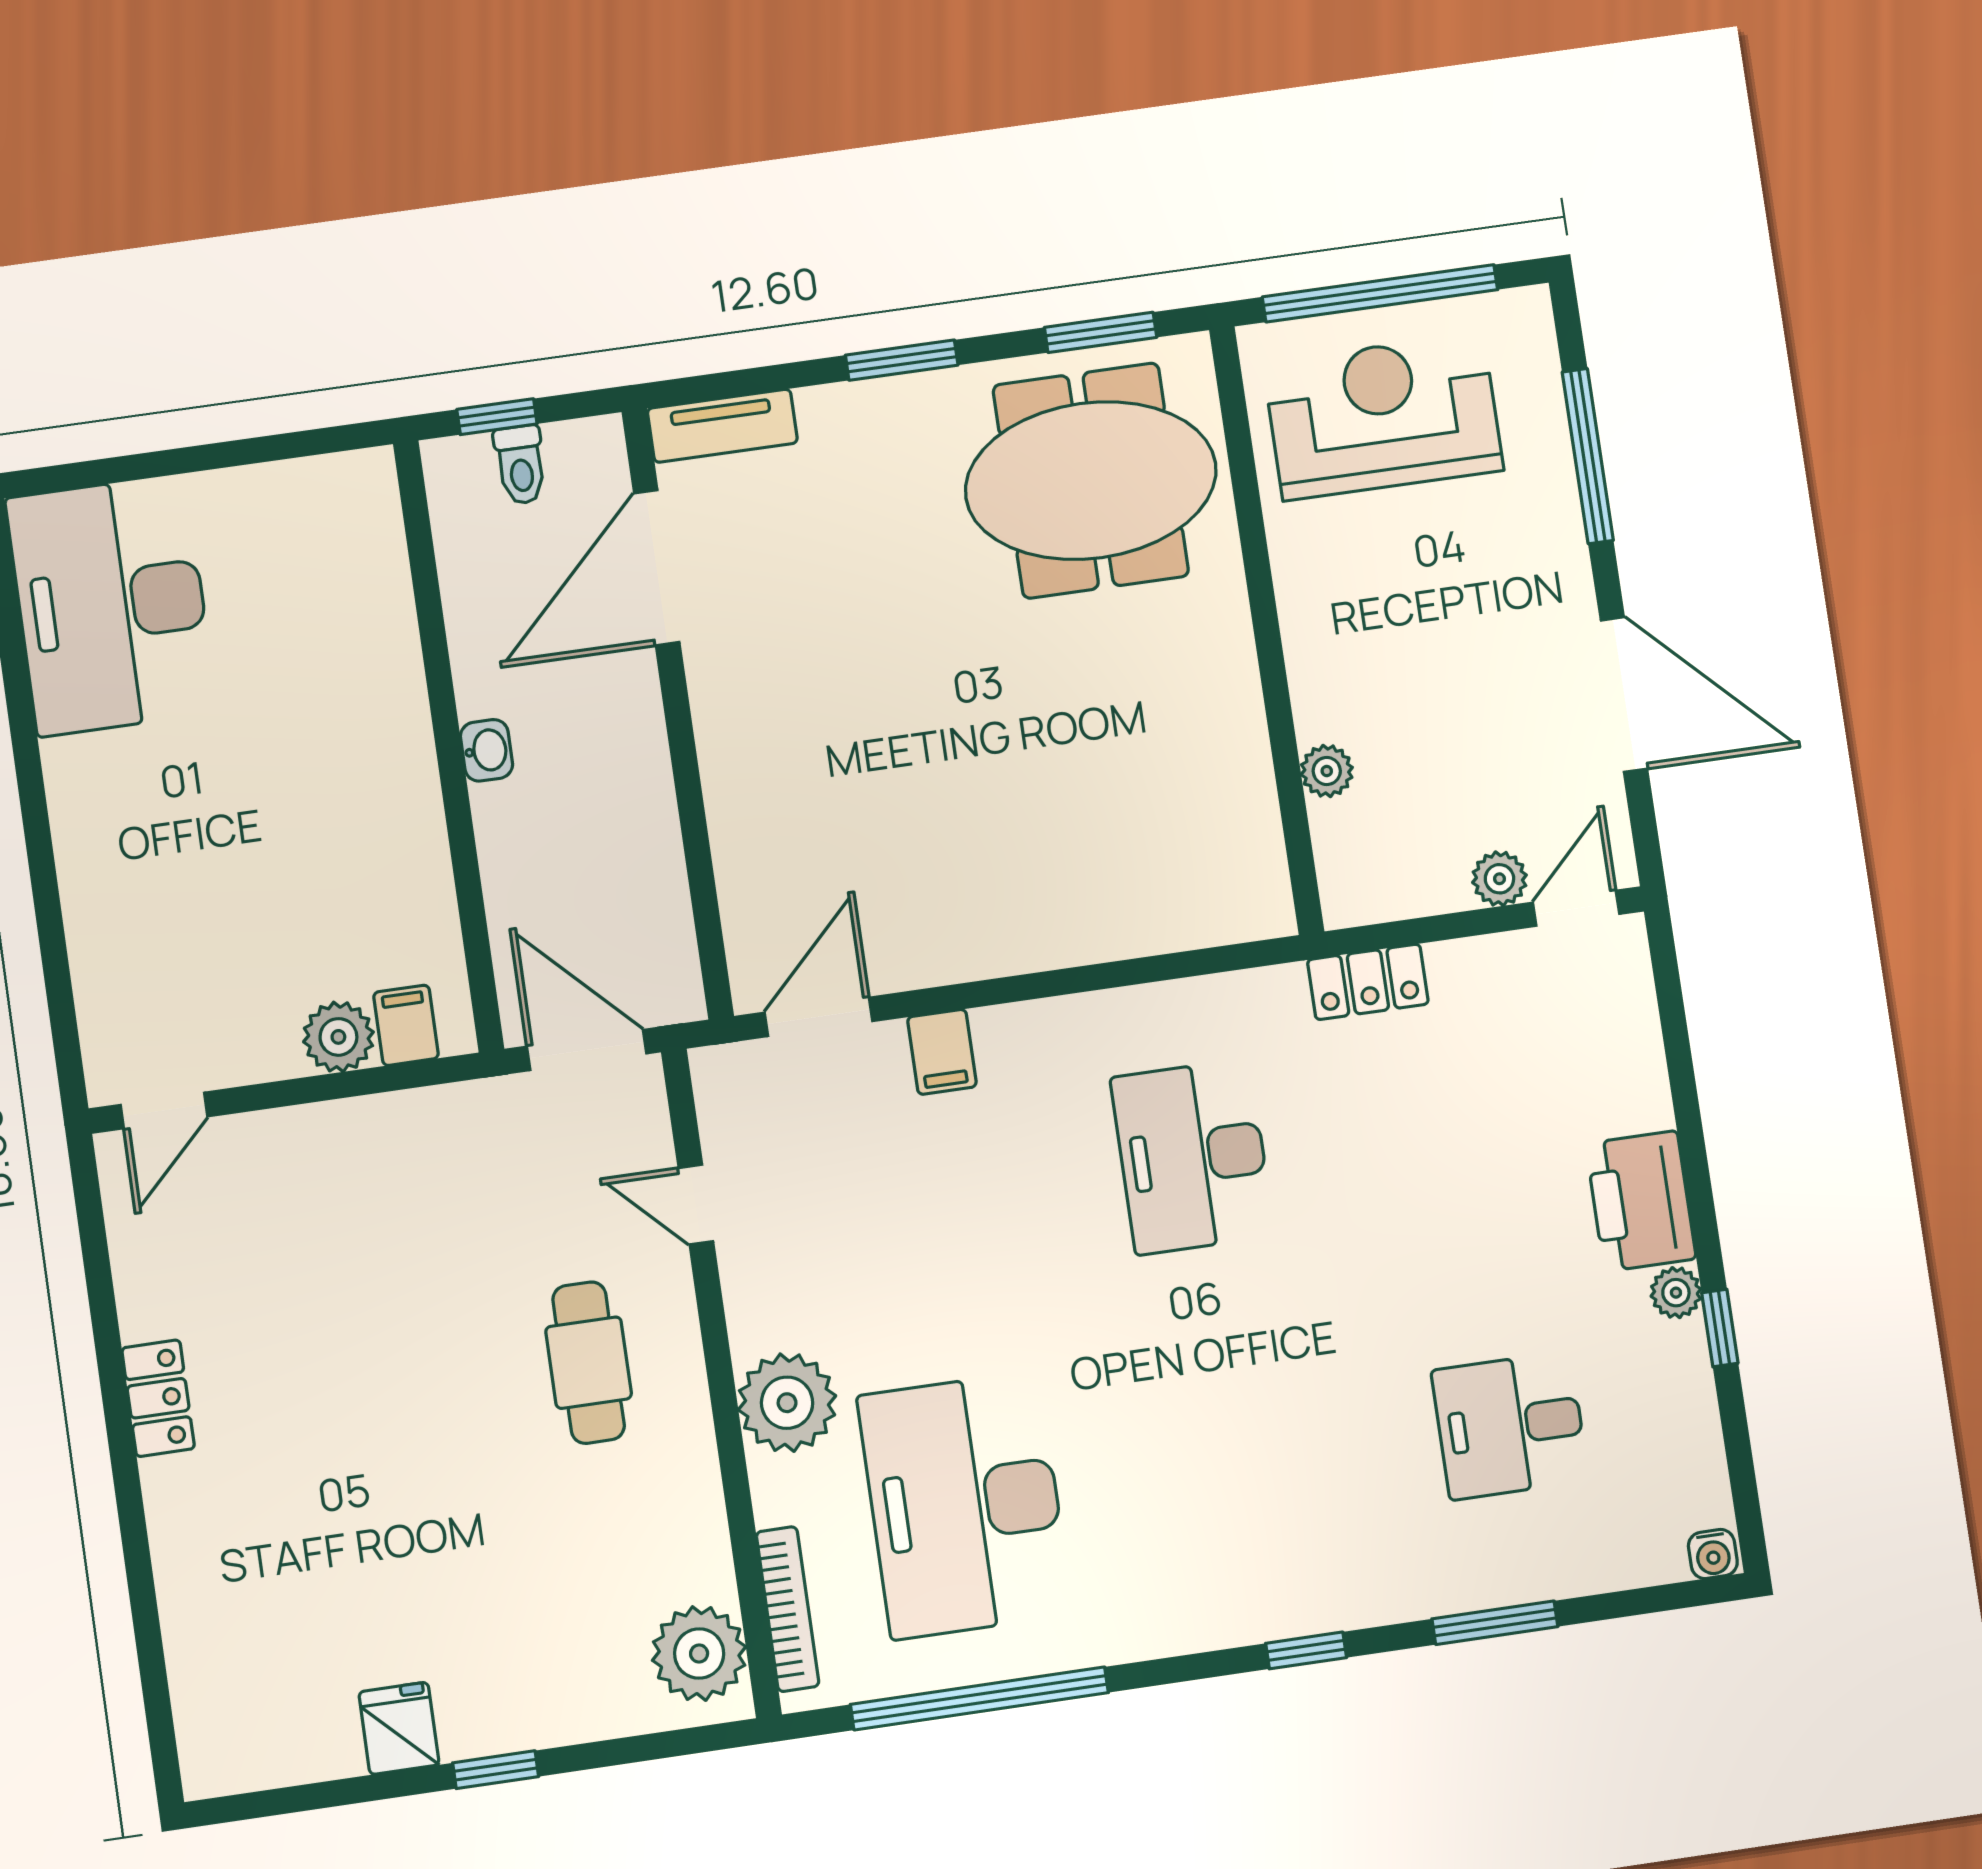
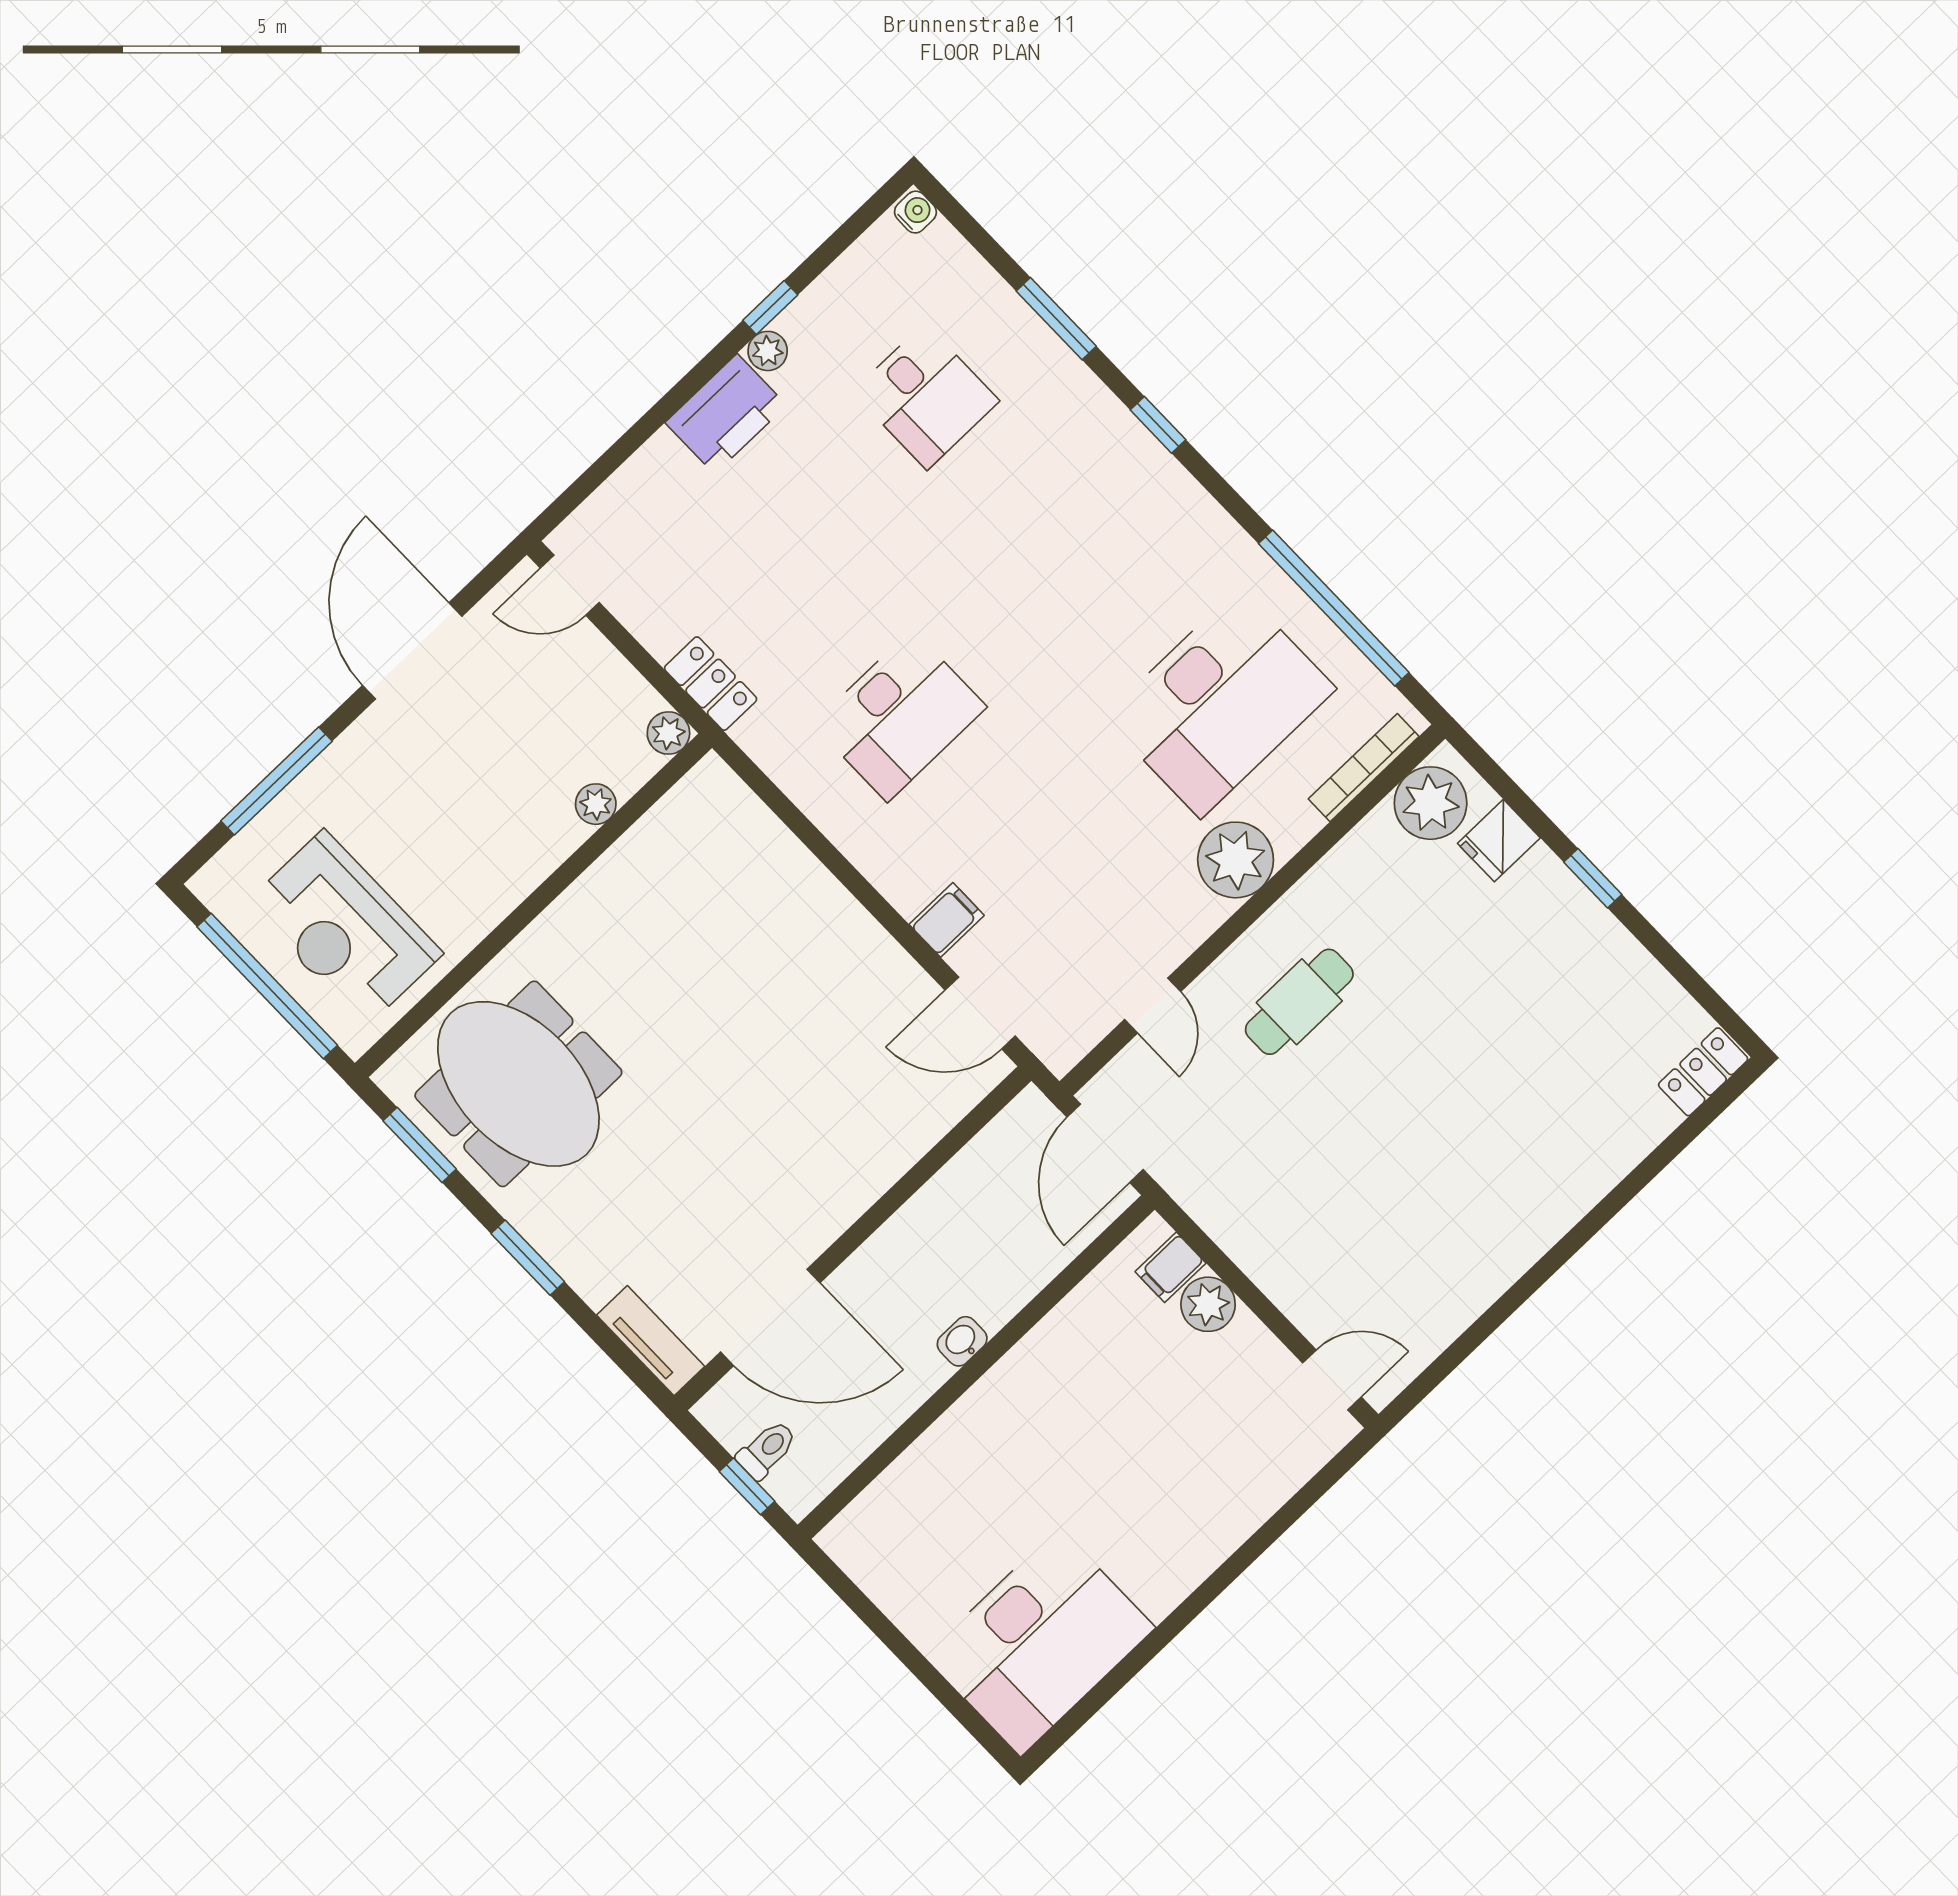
plant: (1499, 879) -> (668, 733), moved
locker: (158, 1398) -> (1703, 1072), moved
fridge: (399, 1728) -> (1499, 841), moved

